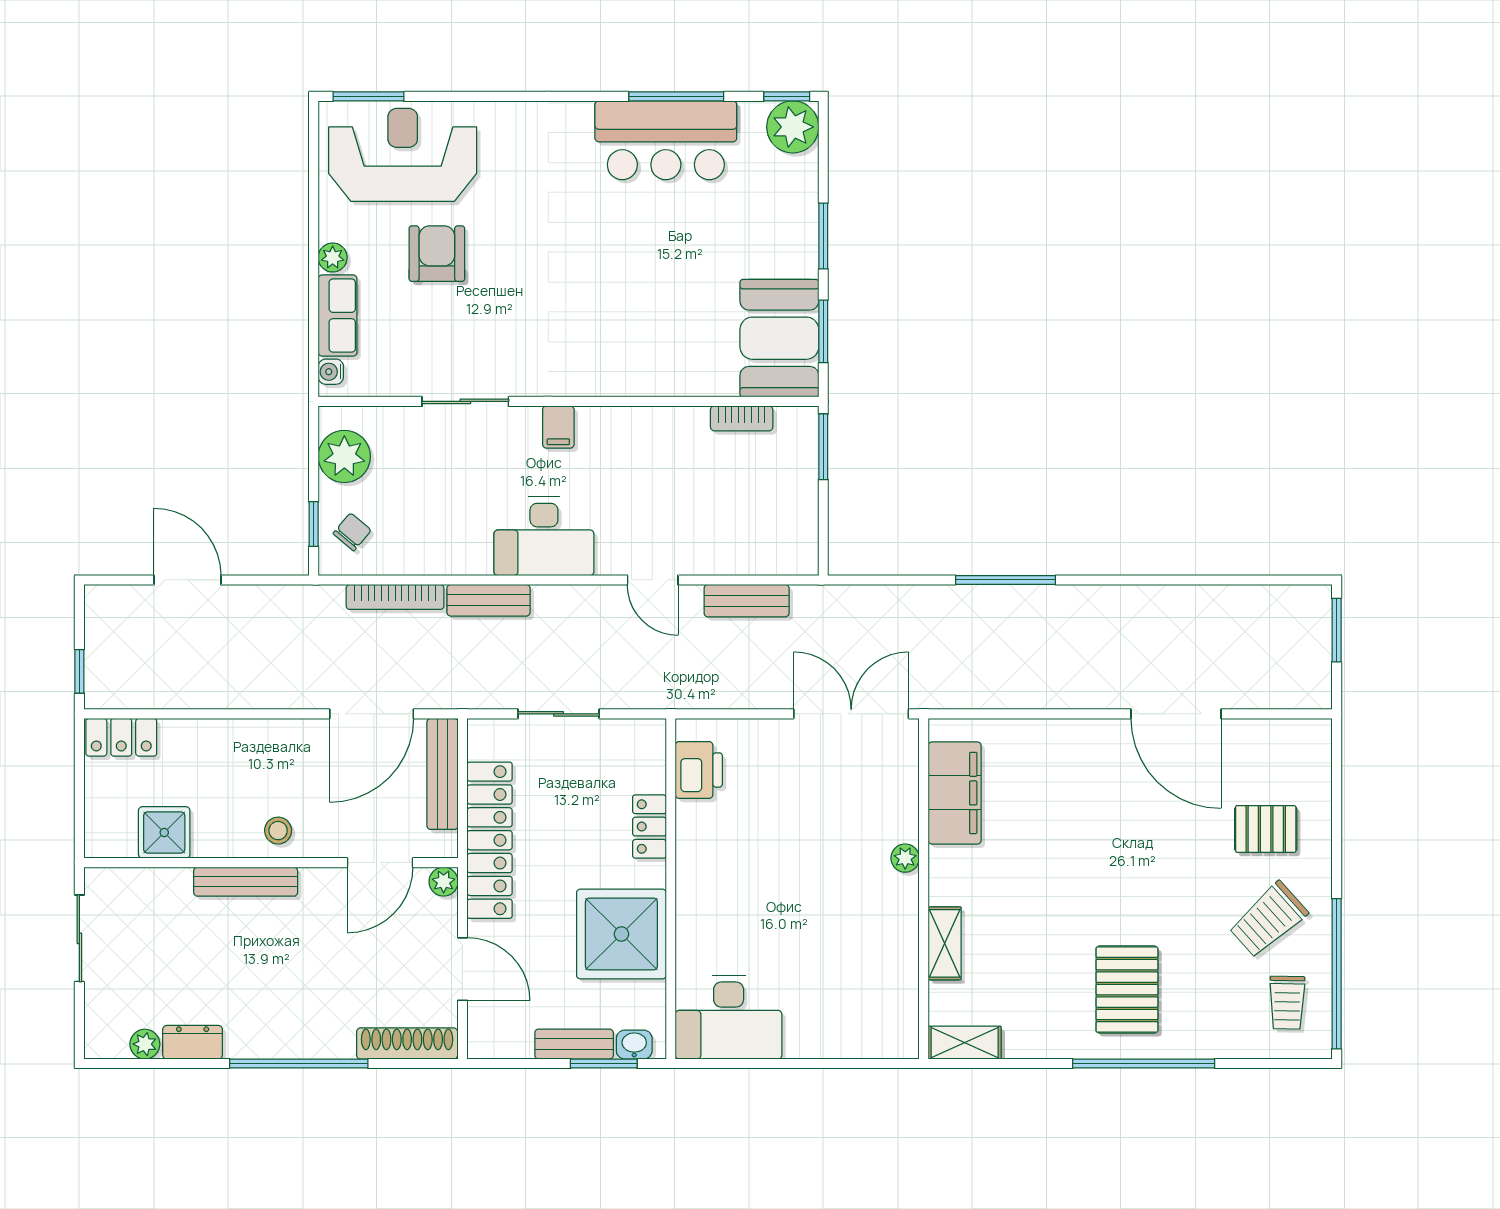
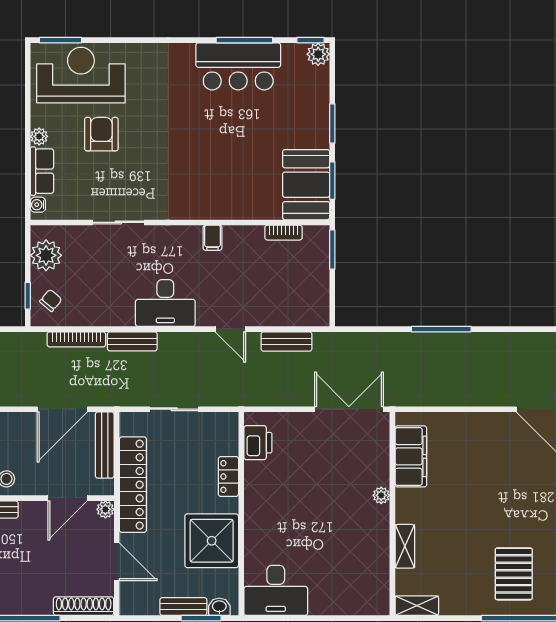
plant: (793, 127) -> (318, 54), width x0.73, depth x0.73
filing cabinet: (558, 427) -> (212, 238), moved

